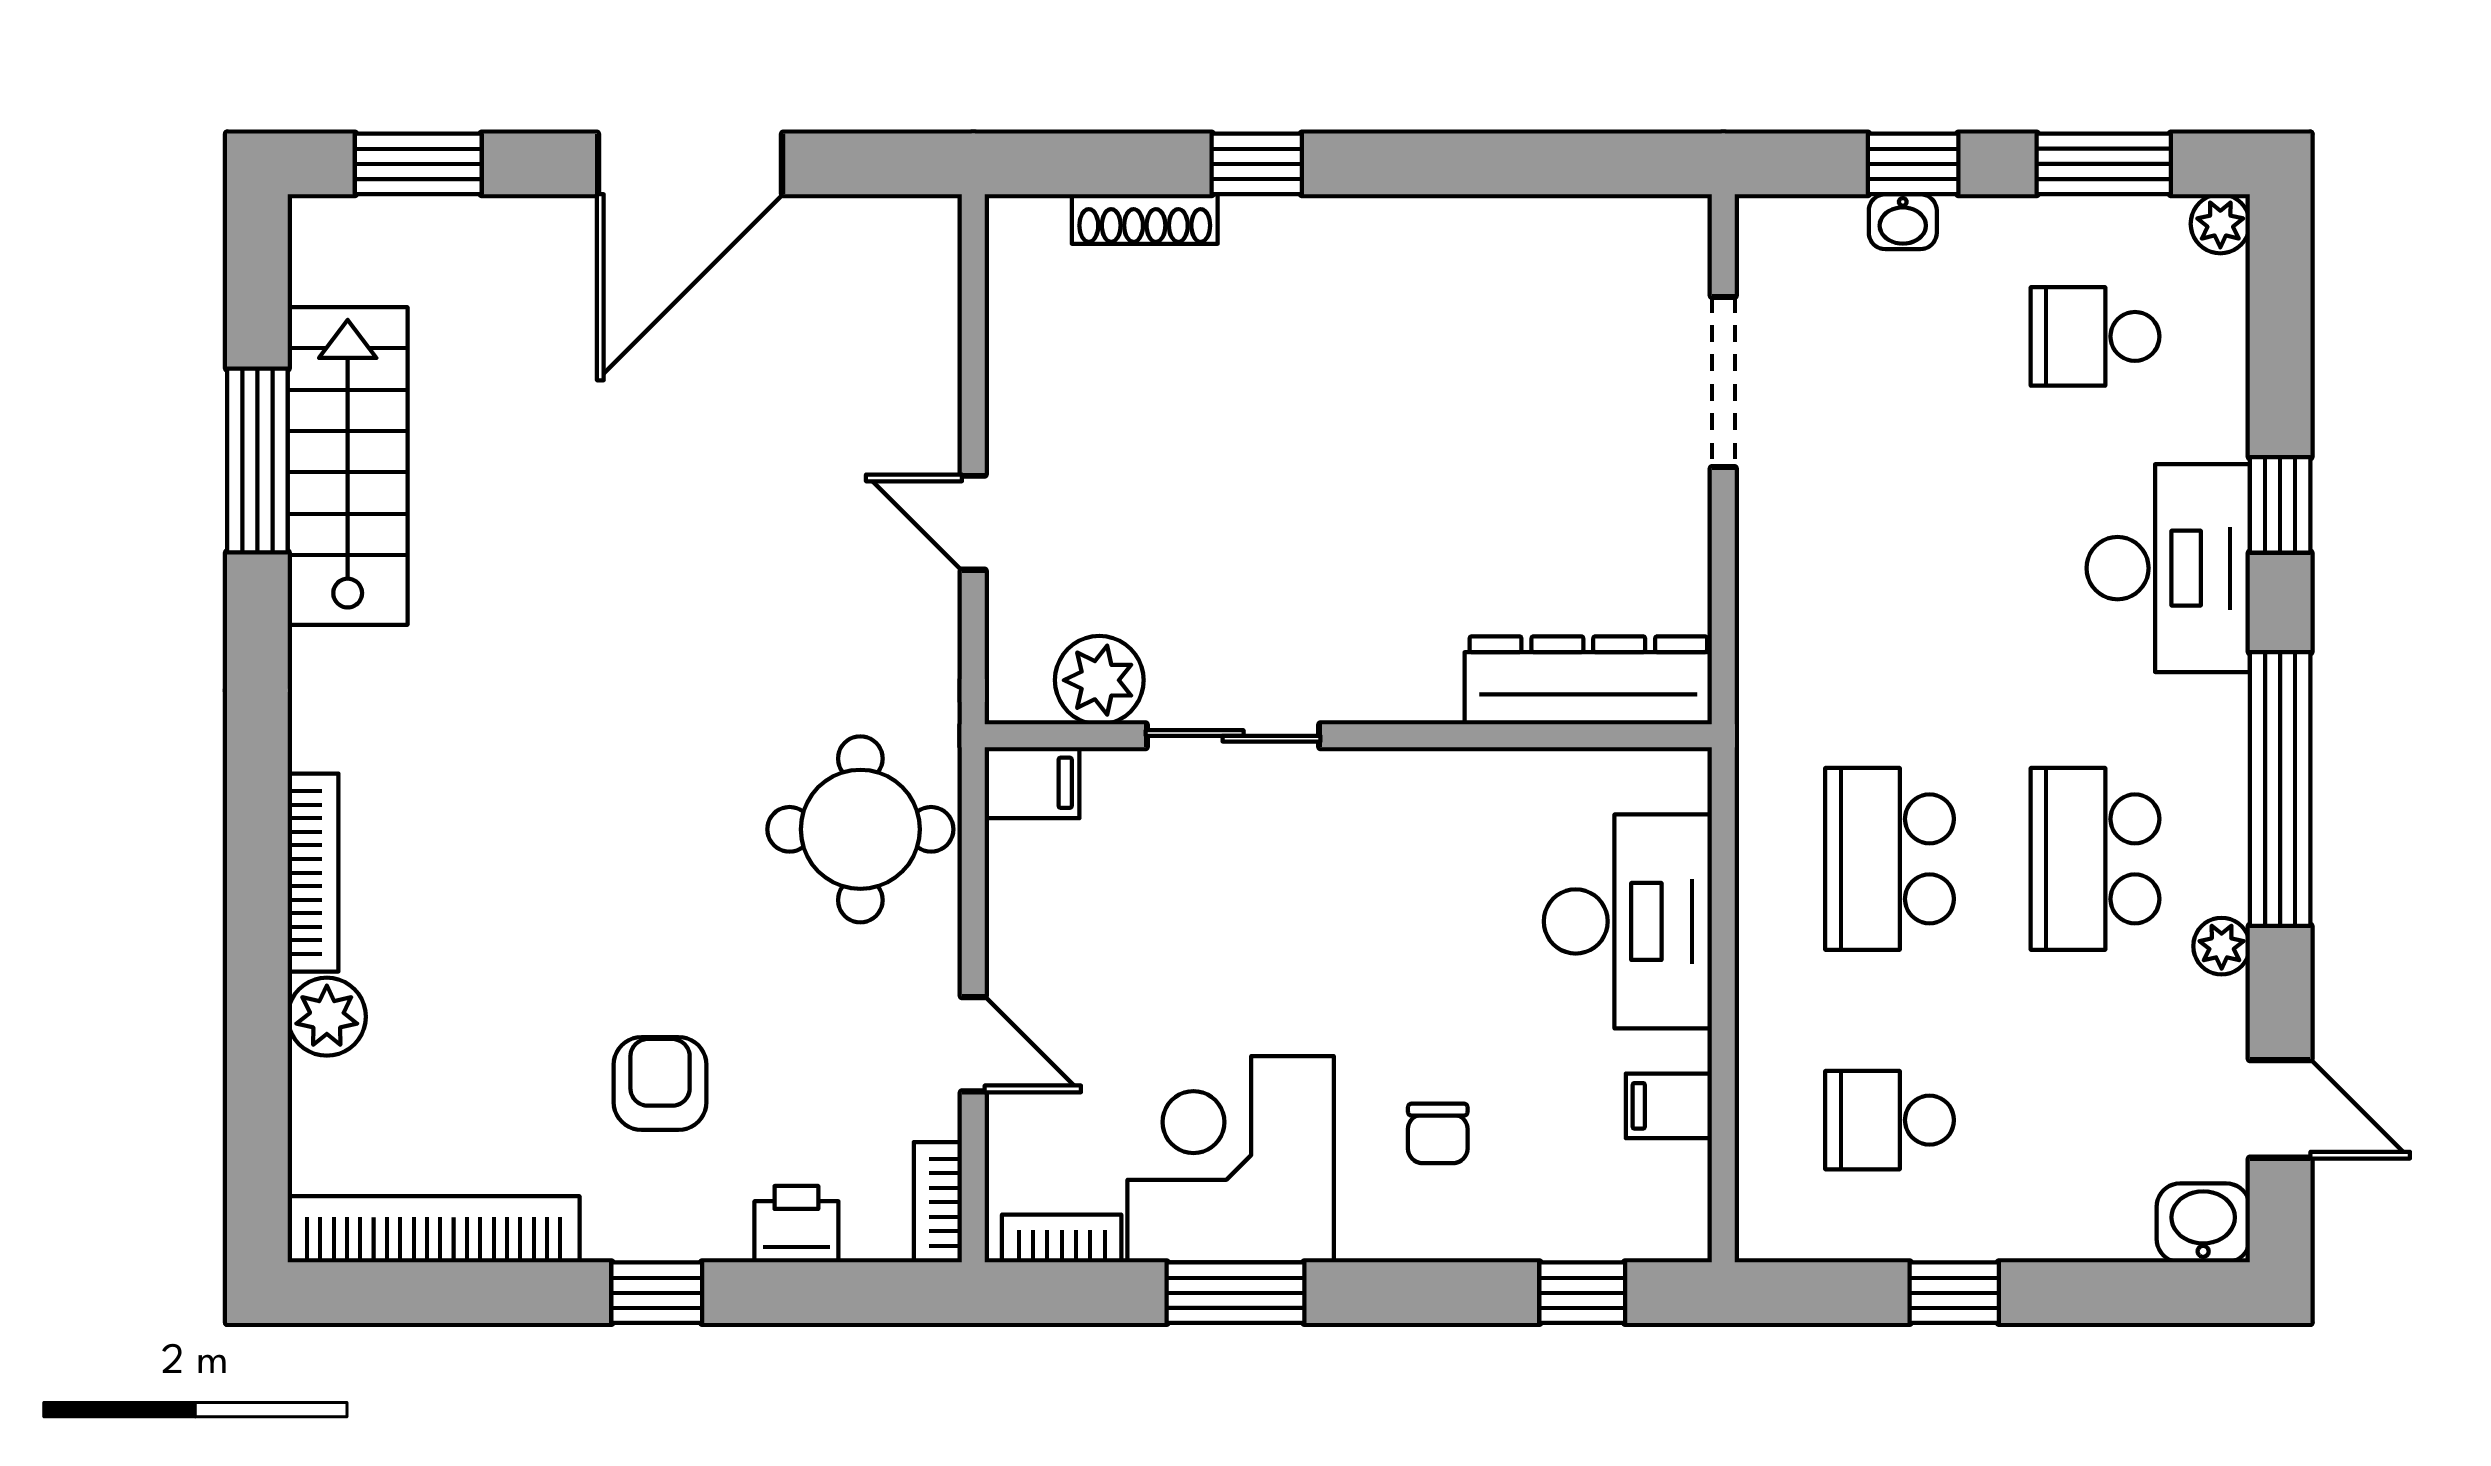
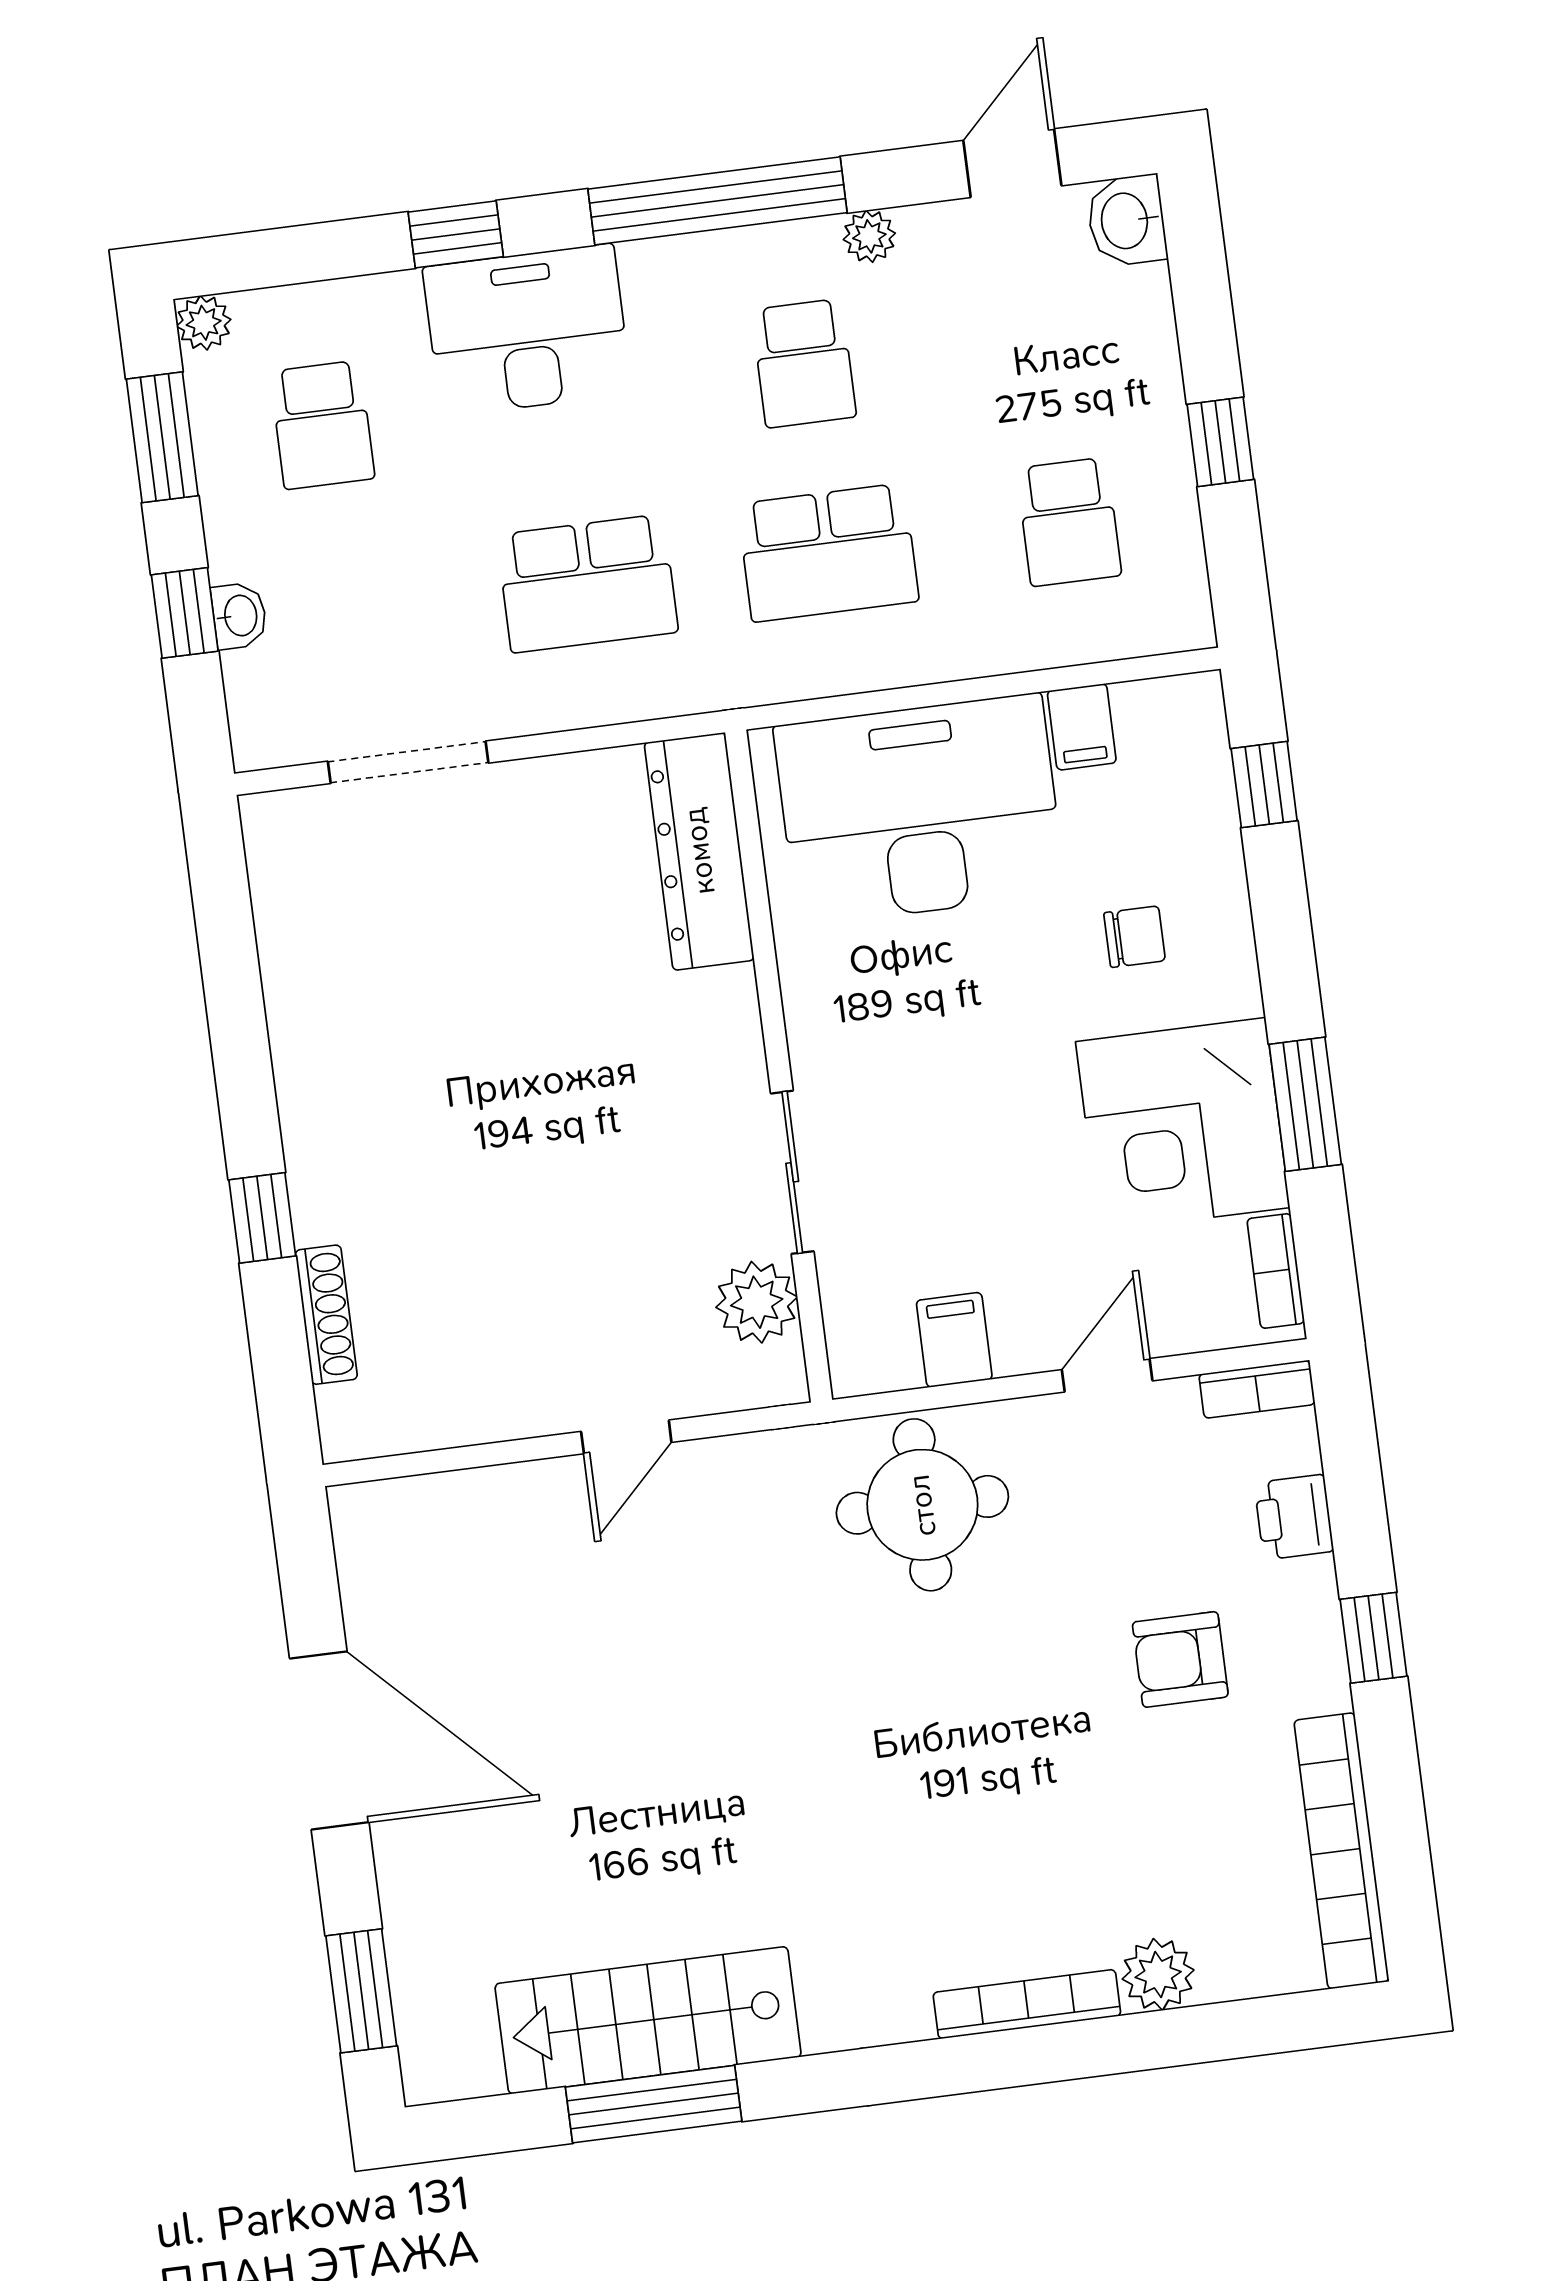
school desk: (1890, 598) -> (587, 584), added
filing cabinet: (1032, 783) -> (954, 1340), moved
school desk: (2095, 859) -> (804, 363), width x0.54
desk: (1628, 921) -> (920, 810), width x1.36, depth x1.30

